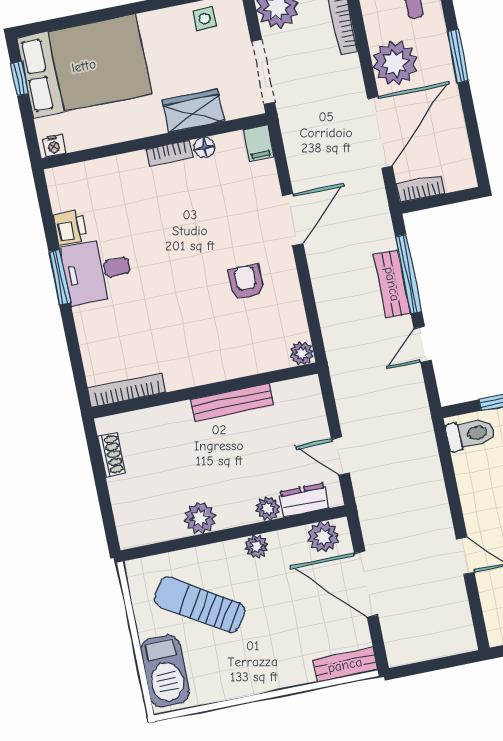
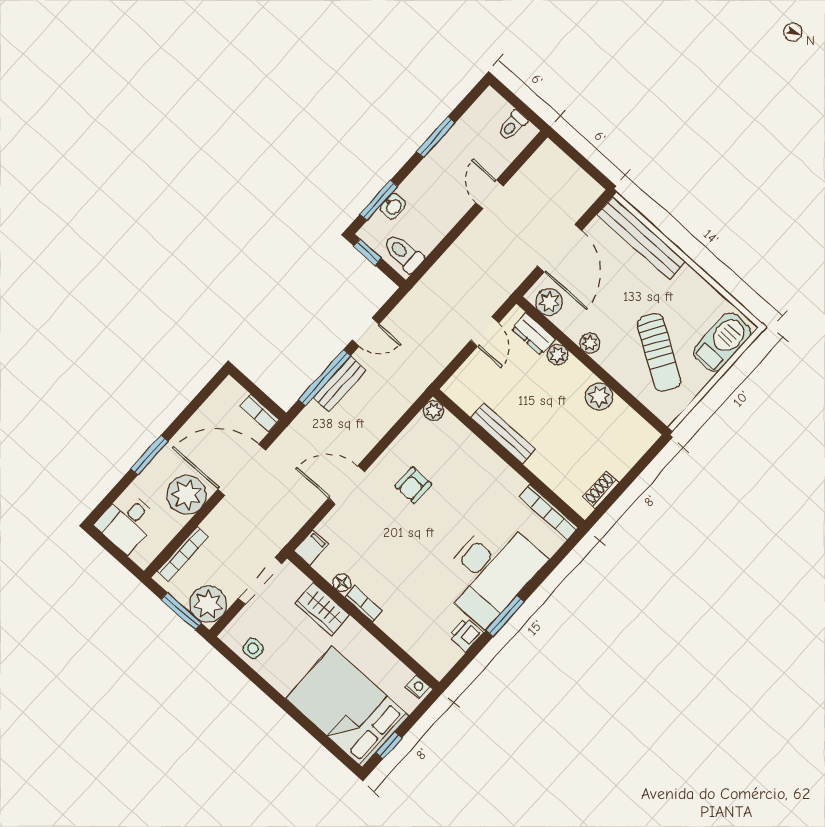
desk: (97, 271) -> (491, 571), width x1.87, depth x1.30
bench: (345, 665) -> (641, 238), width x1.86, depth x1.21

